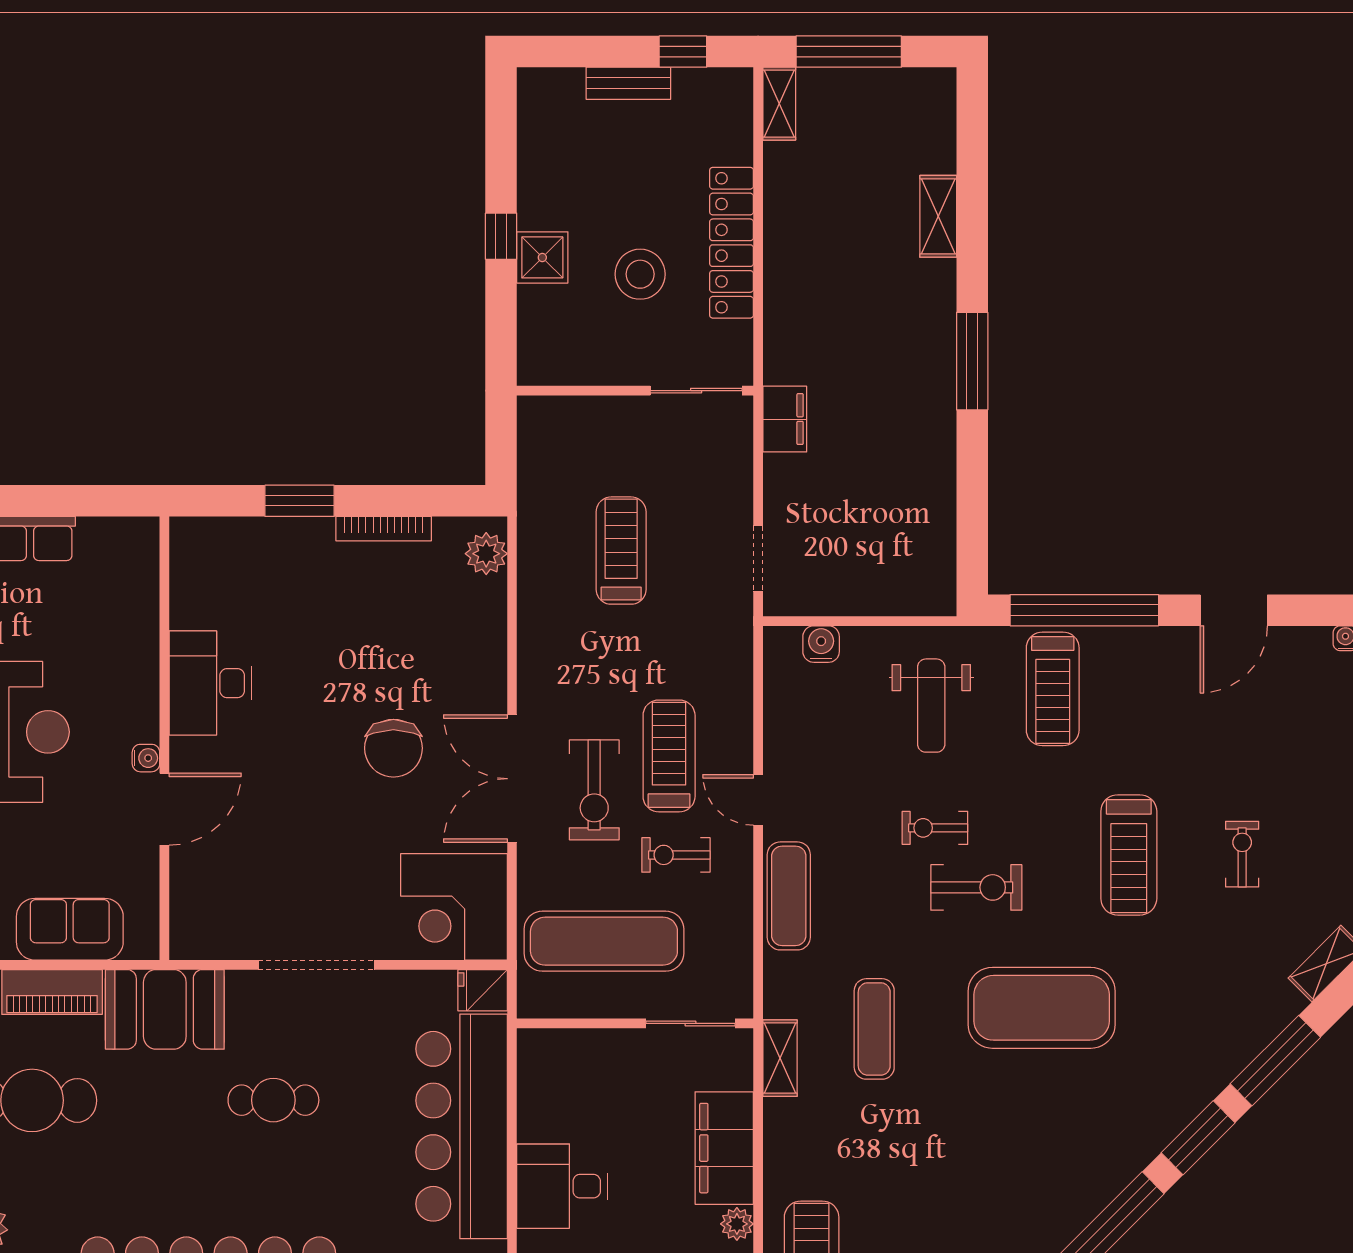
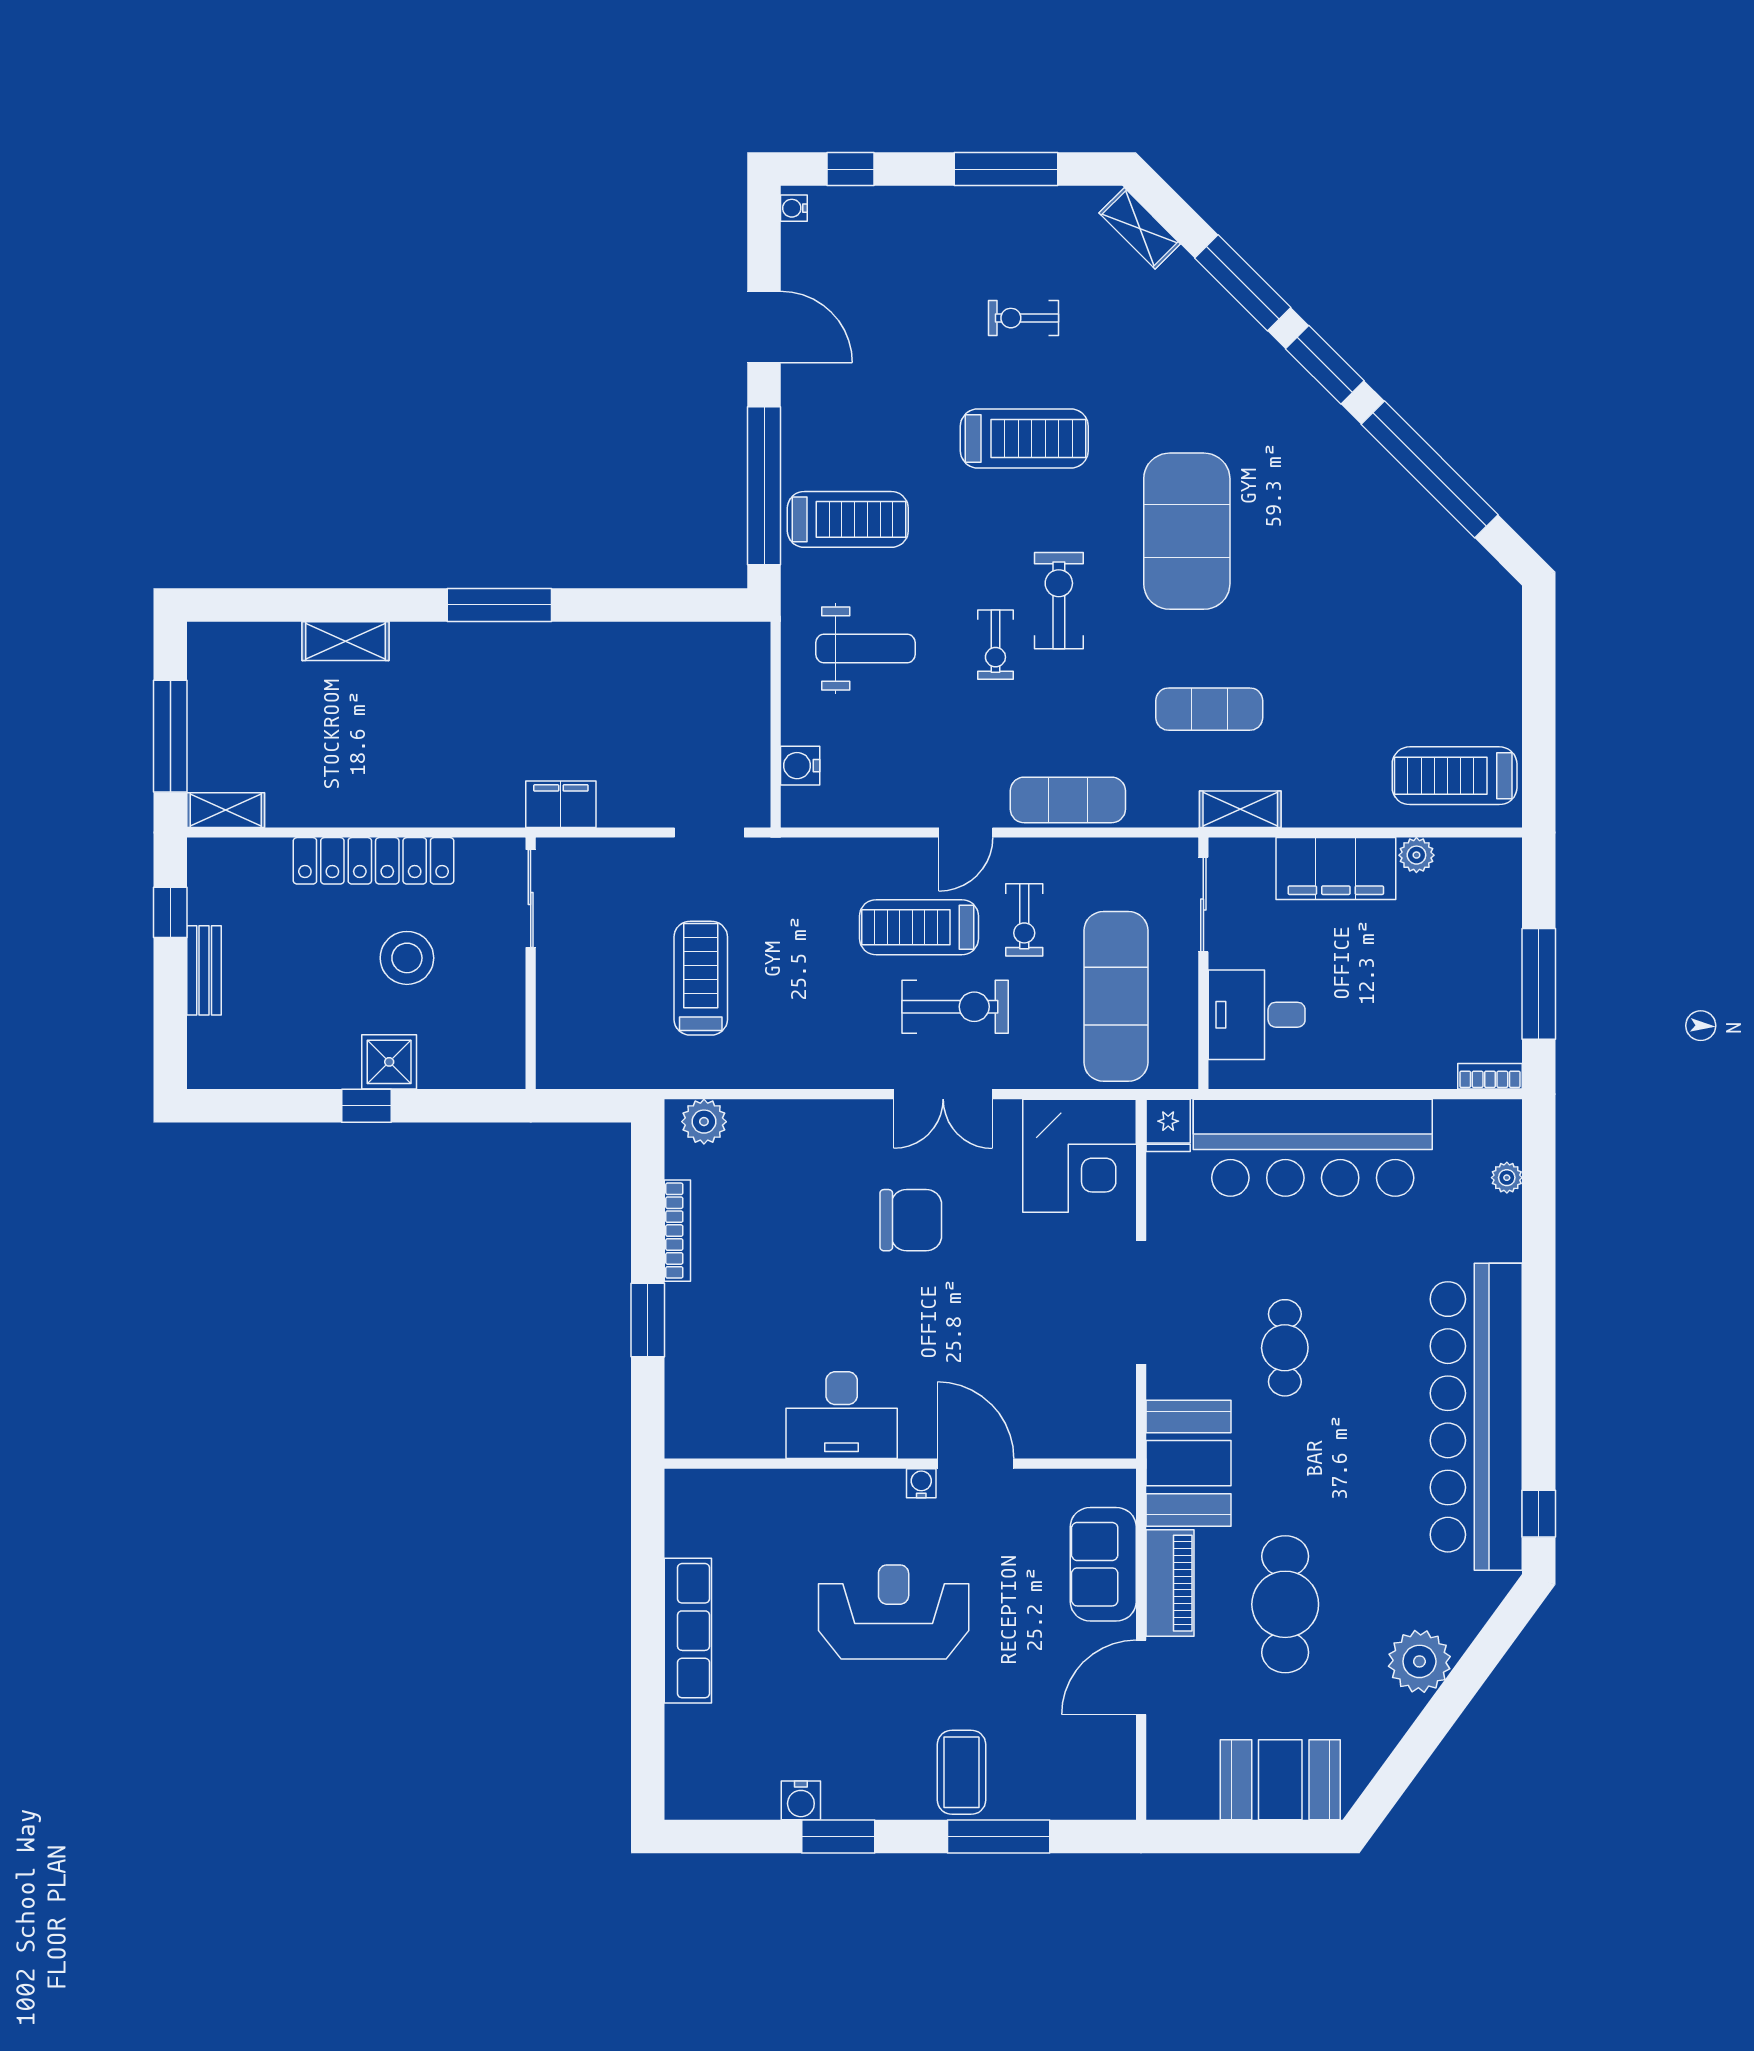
treadmill: (621, 551) -> (701, 978), turned 90
double door: (512, 779) -> (943, 1094), width x0.73
desk: (562, 1186) -> (1257, 1015), moved, turned 90

